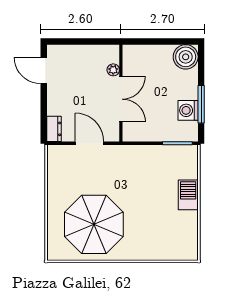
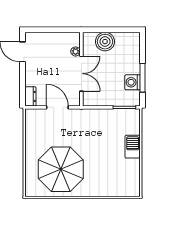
boiler: (186, 57) -> (105, 42), moved

